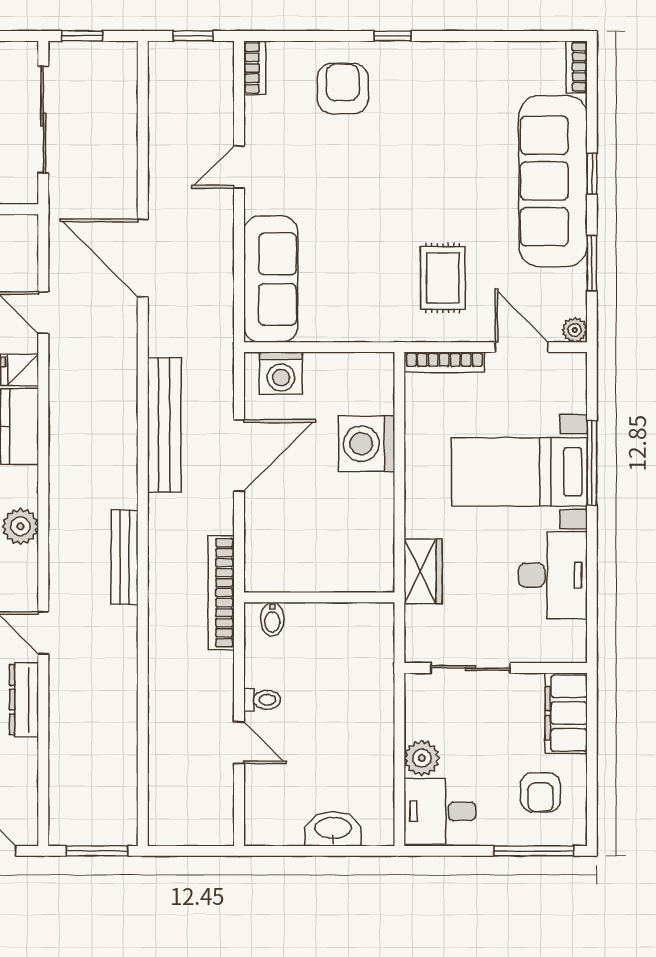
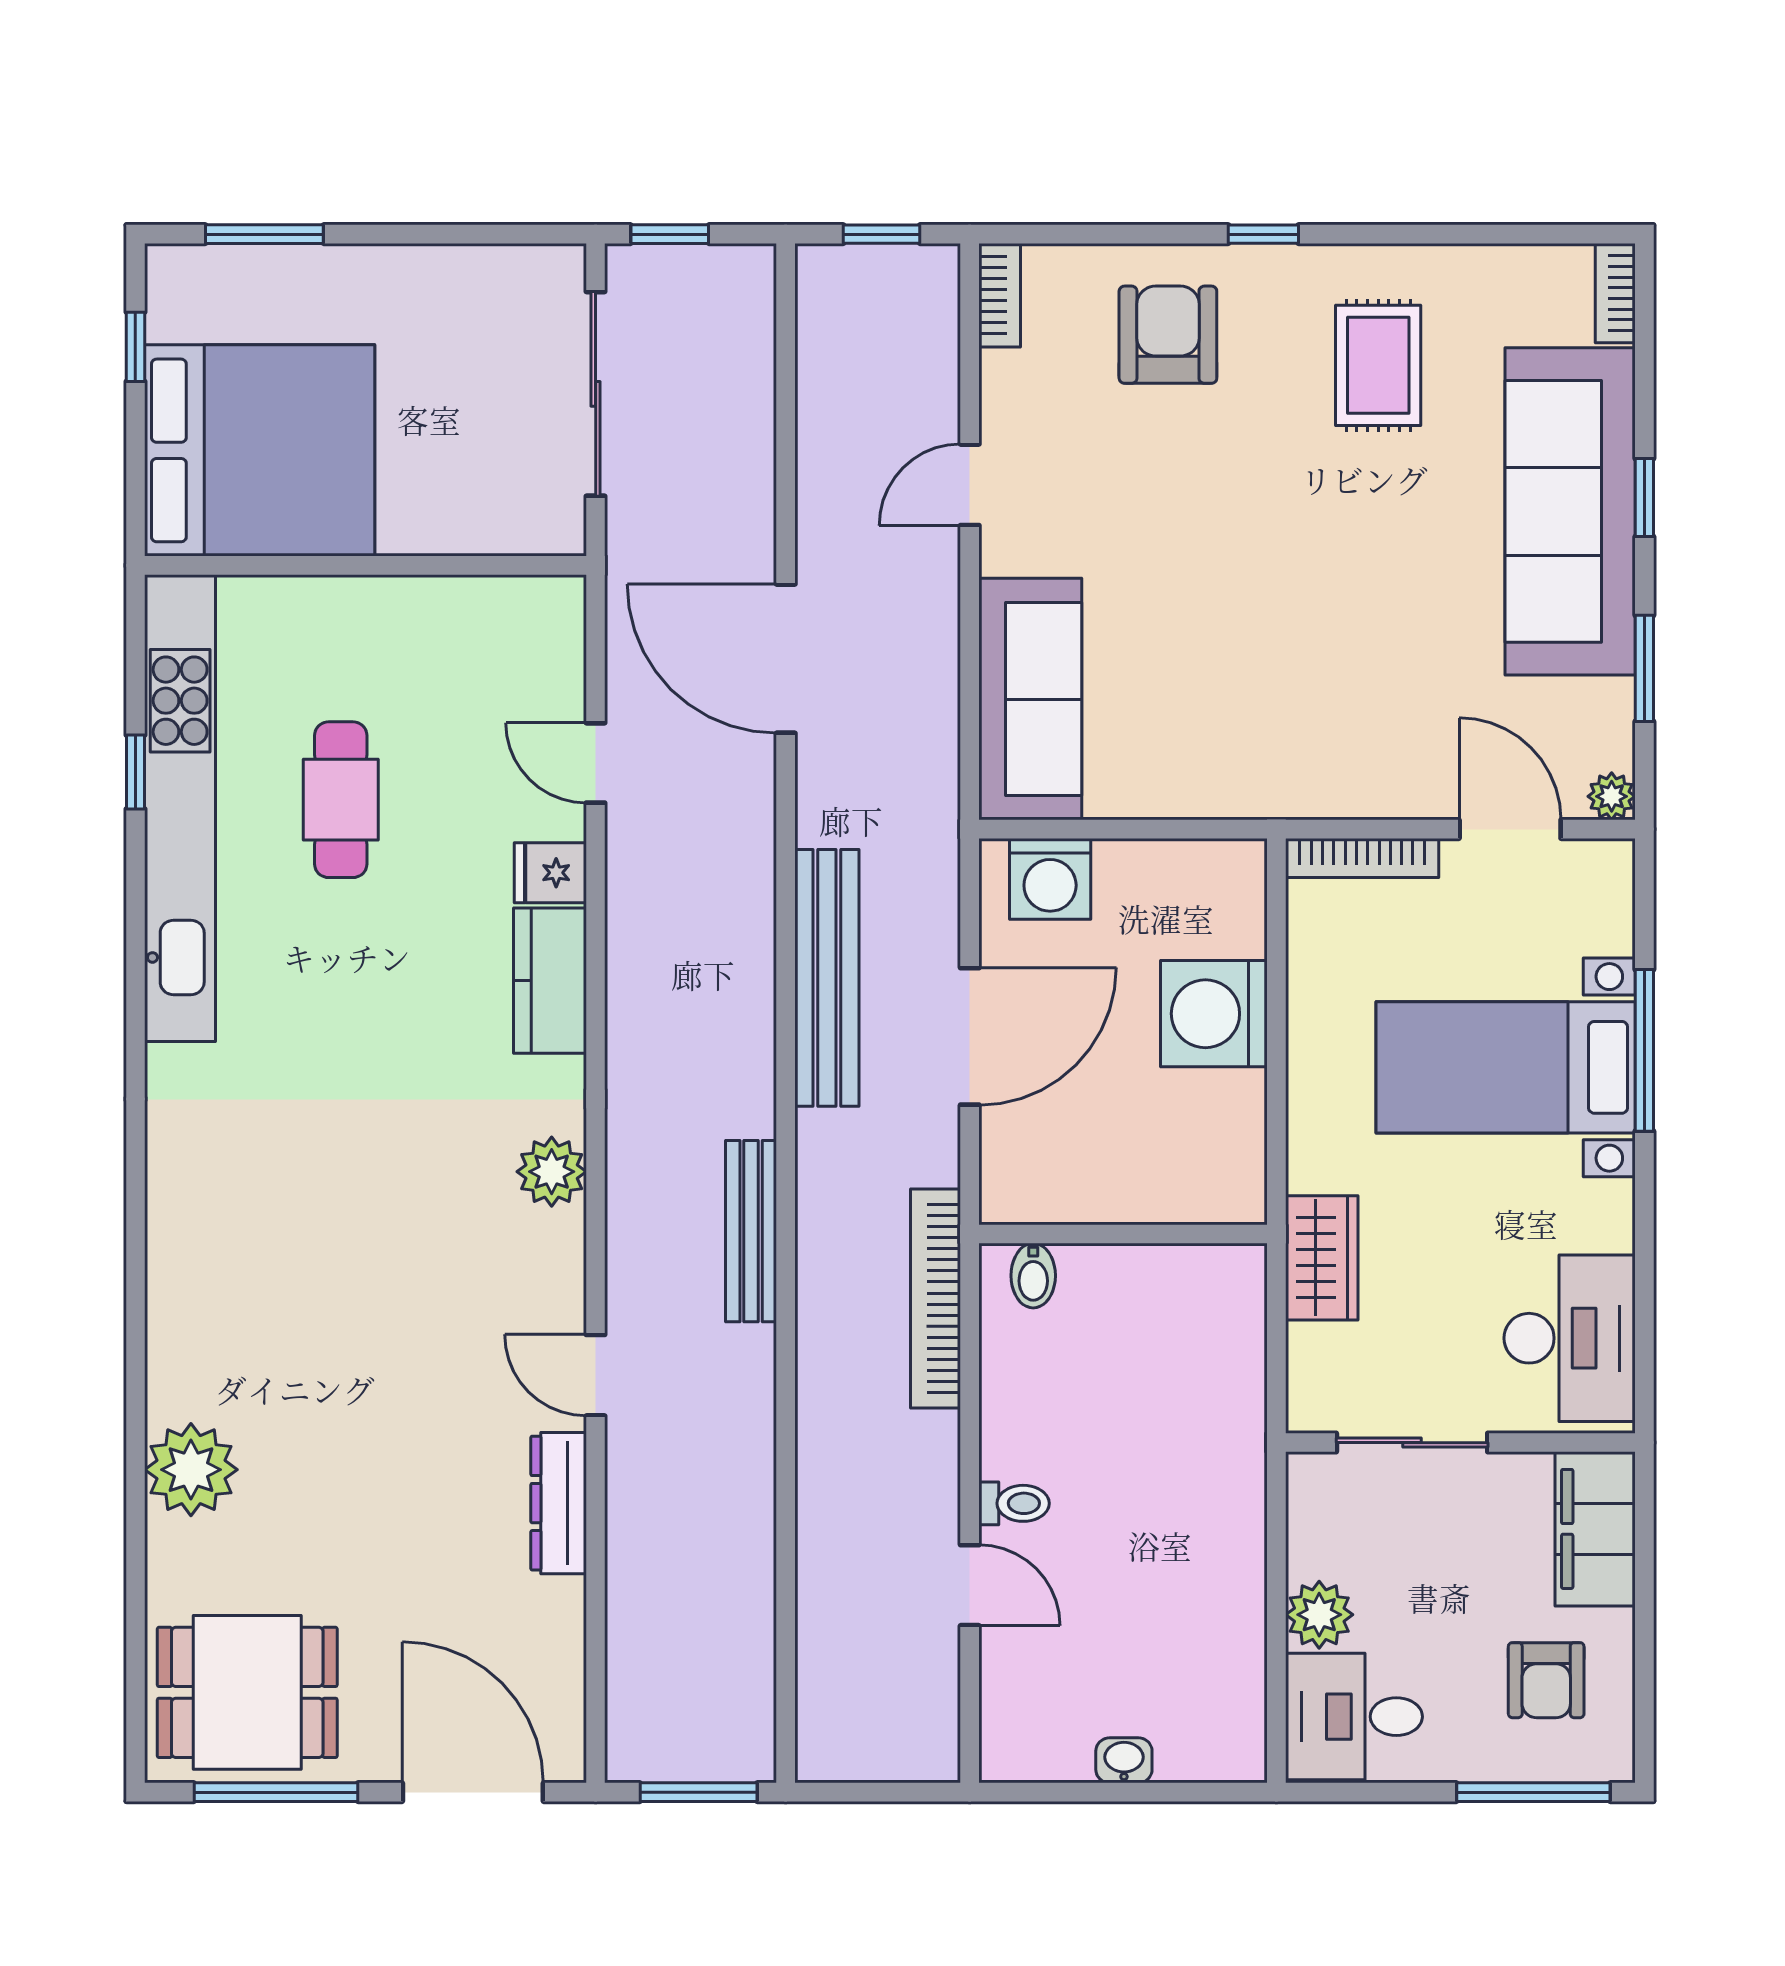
rug: (443, 278) -> (1378, 365), moved
desk: (553, 575) -> (1570, 1338), moved
wall: (319, 597) -> (1123, 1234), moved
bidet: (272, 619) -> (1033, 1276), moved
washbasin: (333, 829) -> (1124, 1760), width x0.52, depth x0.69

